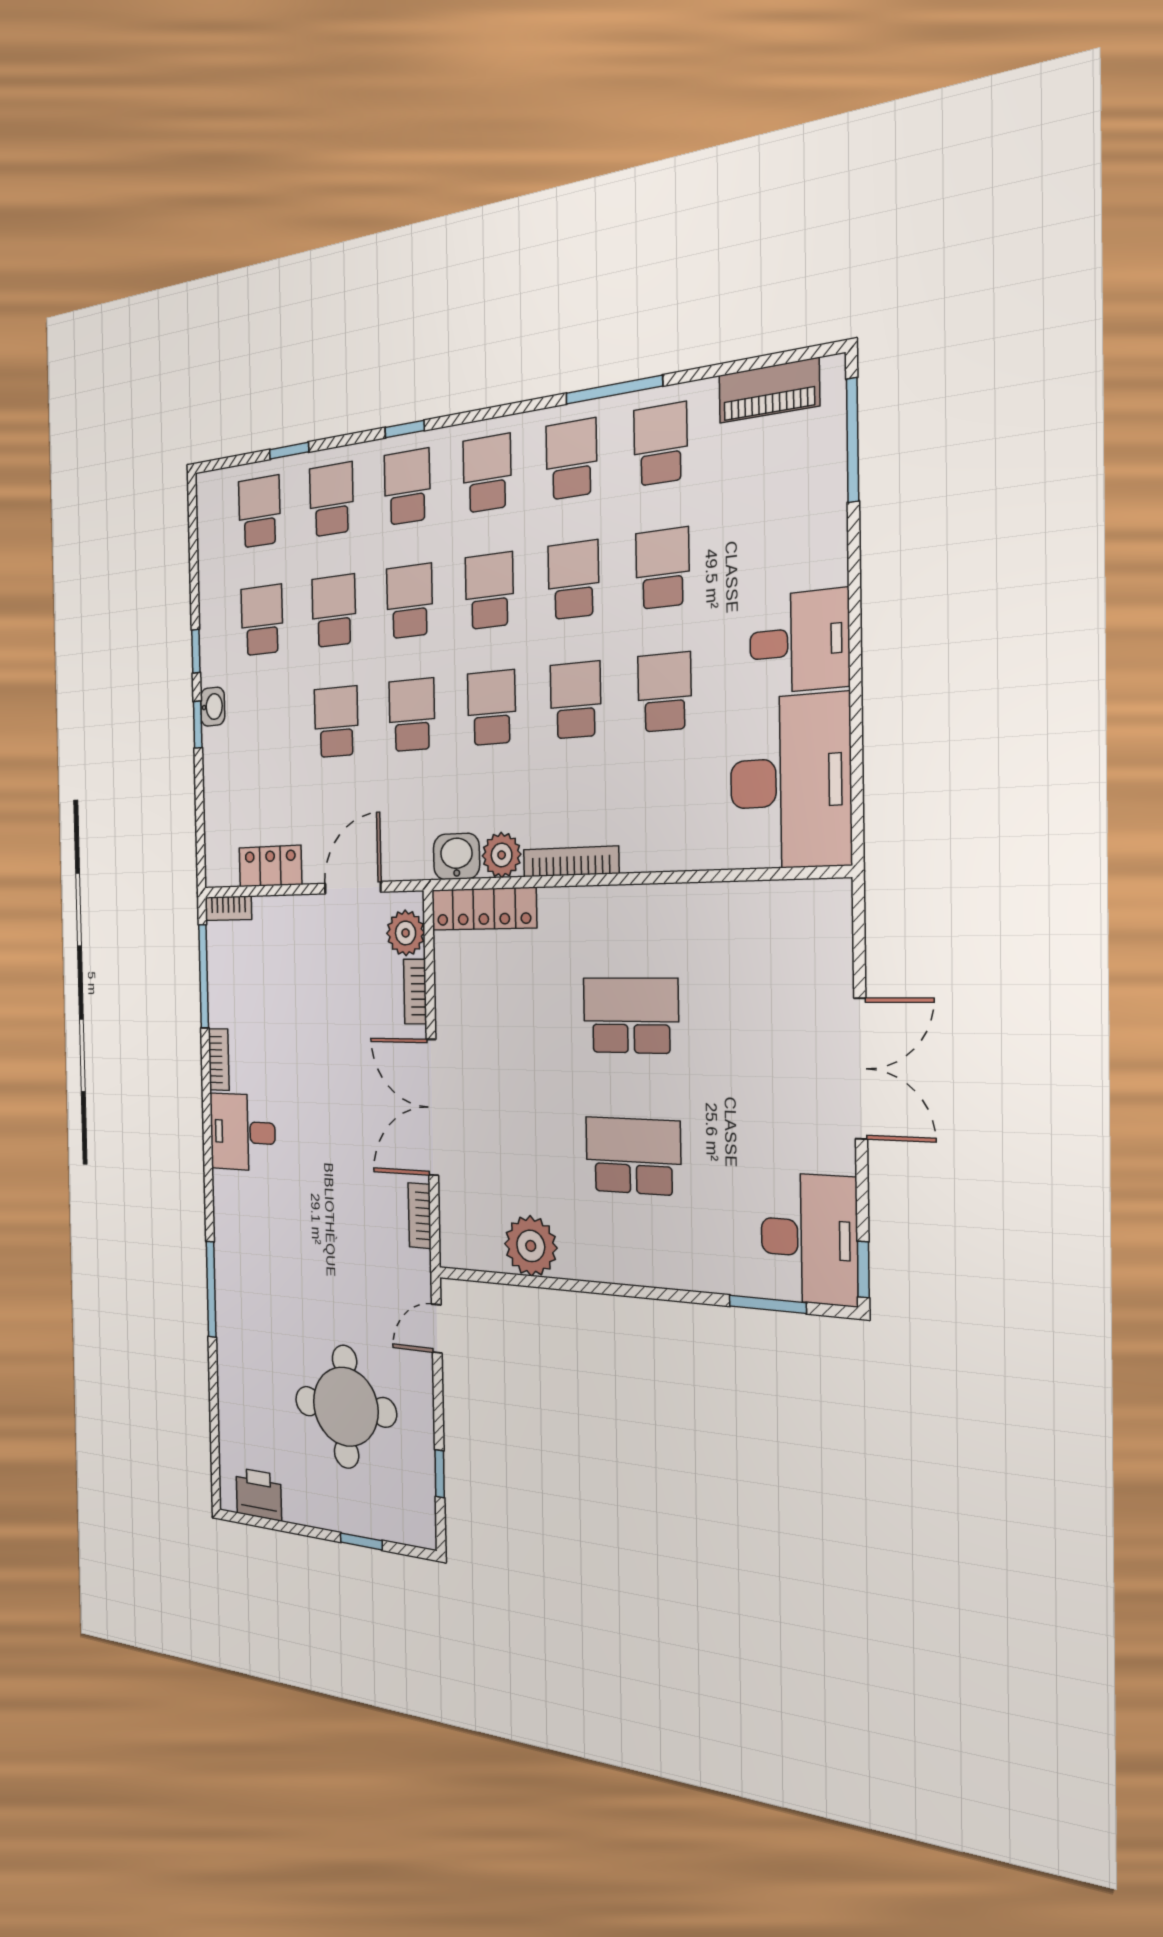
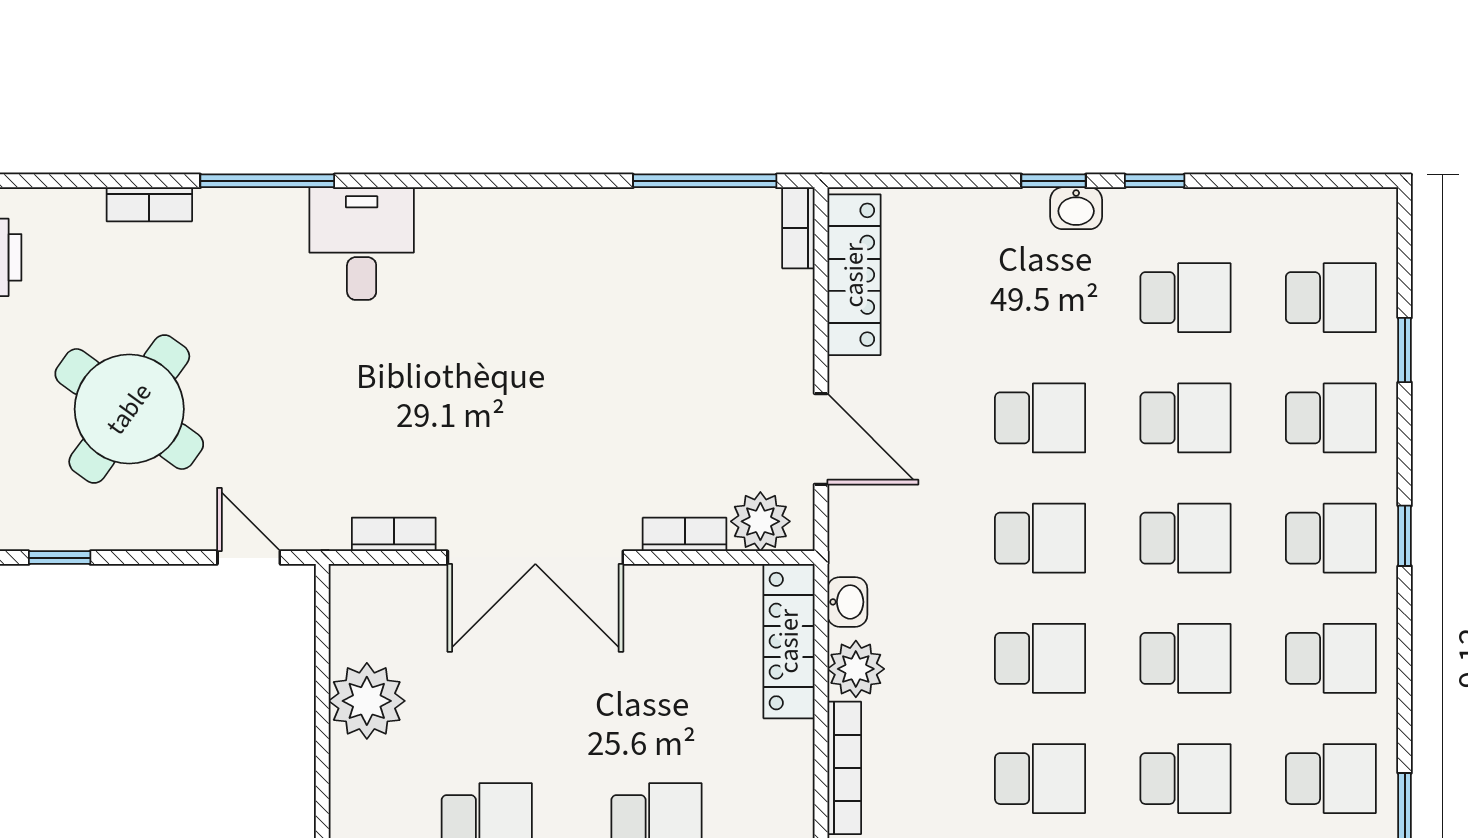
washbasin: (456, 856) -> (847, 602), width x0.72, depth x0.69
locker: (270, 866) -> (854, 275), width x1.53
bookcase: (219, 1060) -> (149, 204), moved
double door: (432, 1107) -> (535, 558), swing flipped
desk: (243, 1132) -> (362, 244), moved
round table: (346, 1407) -> (129, 409), turned 36

